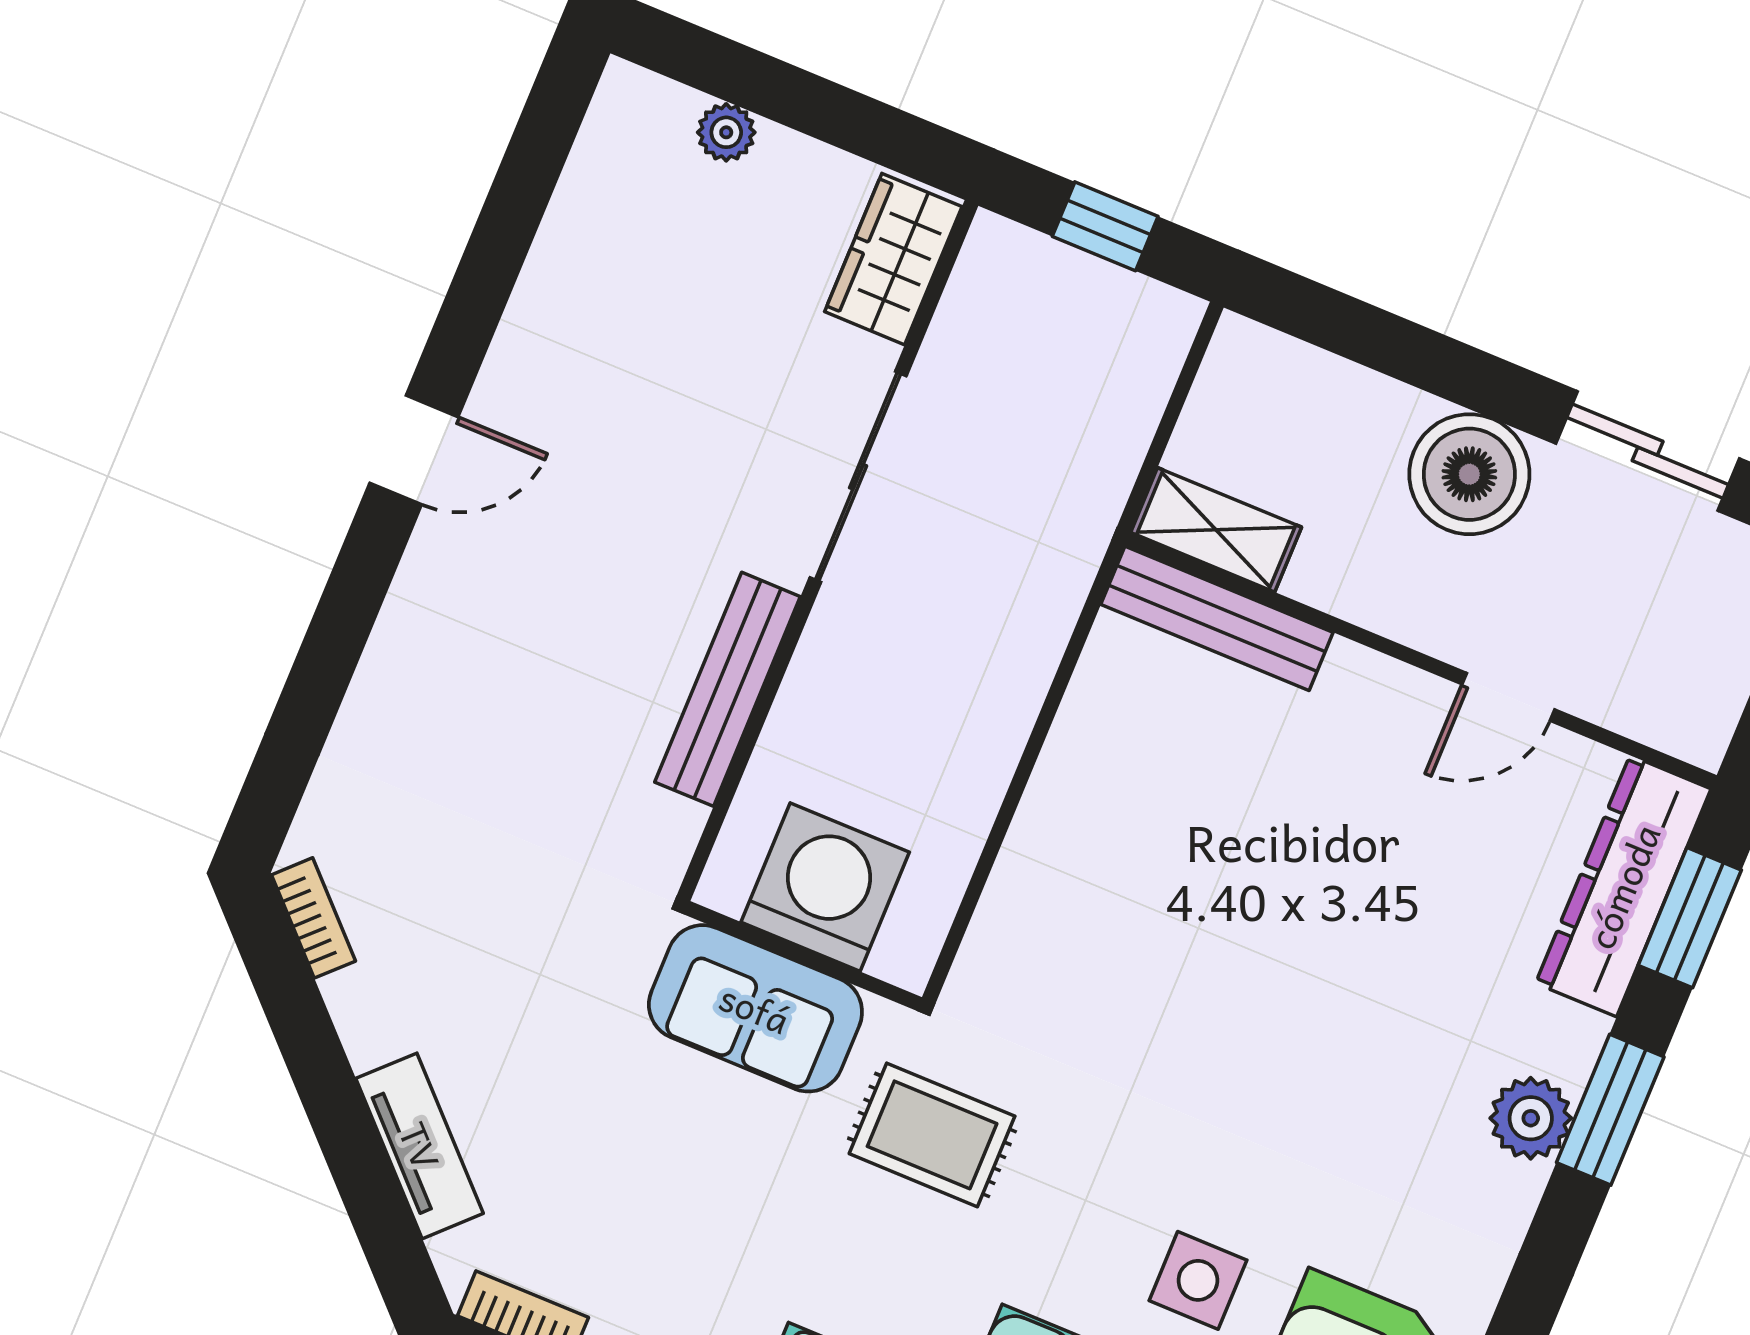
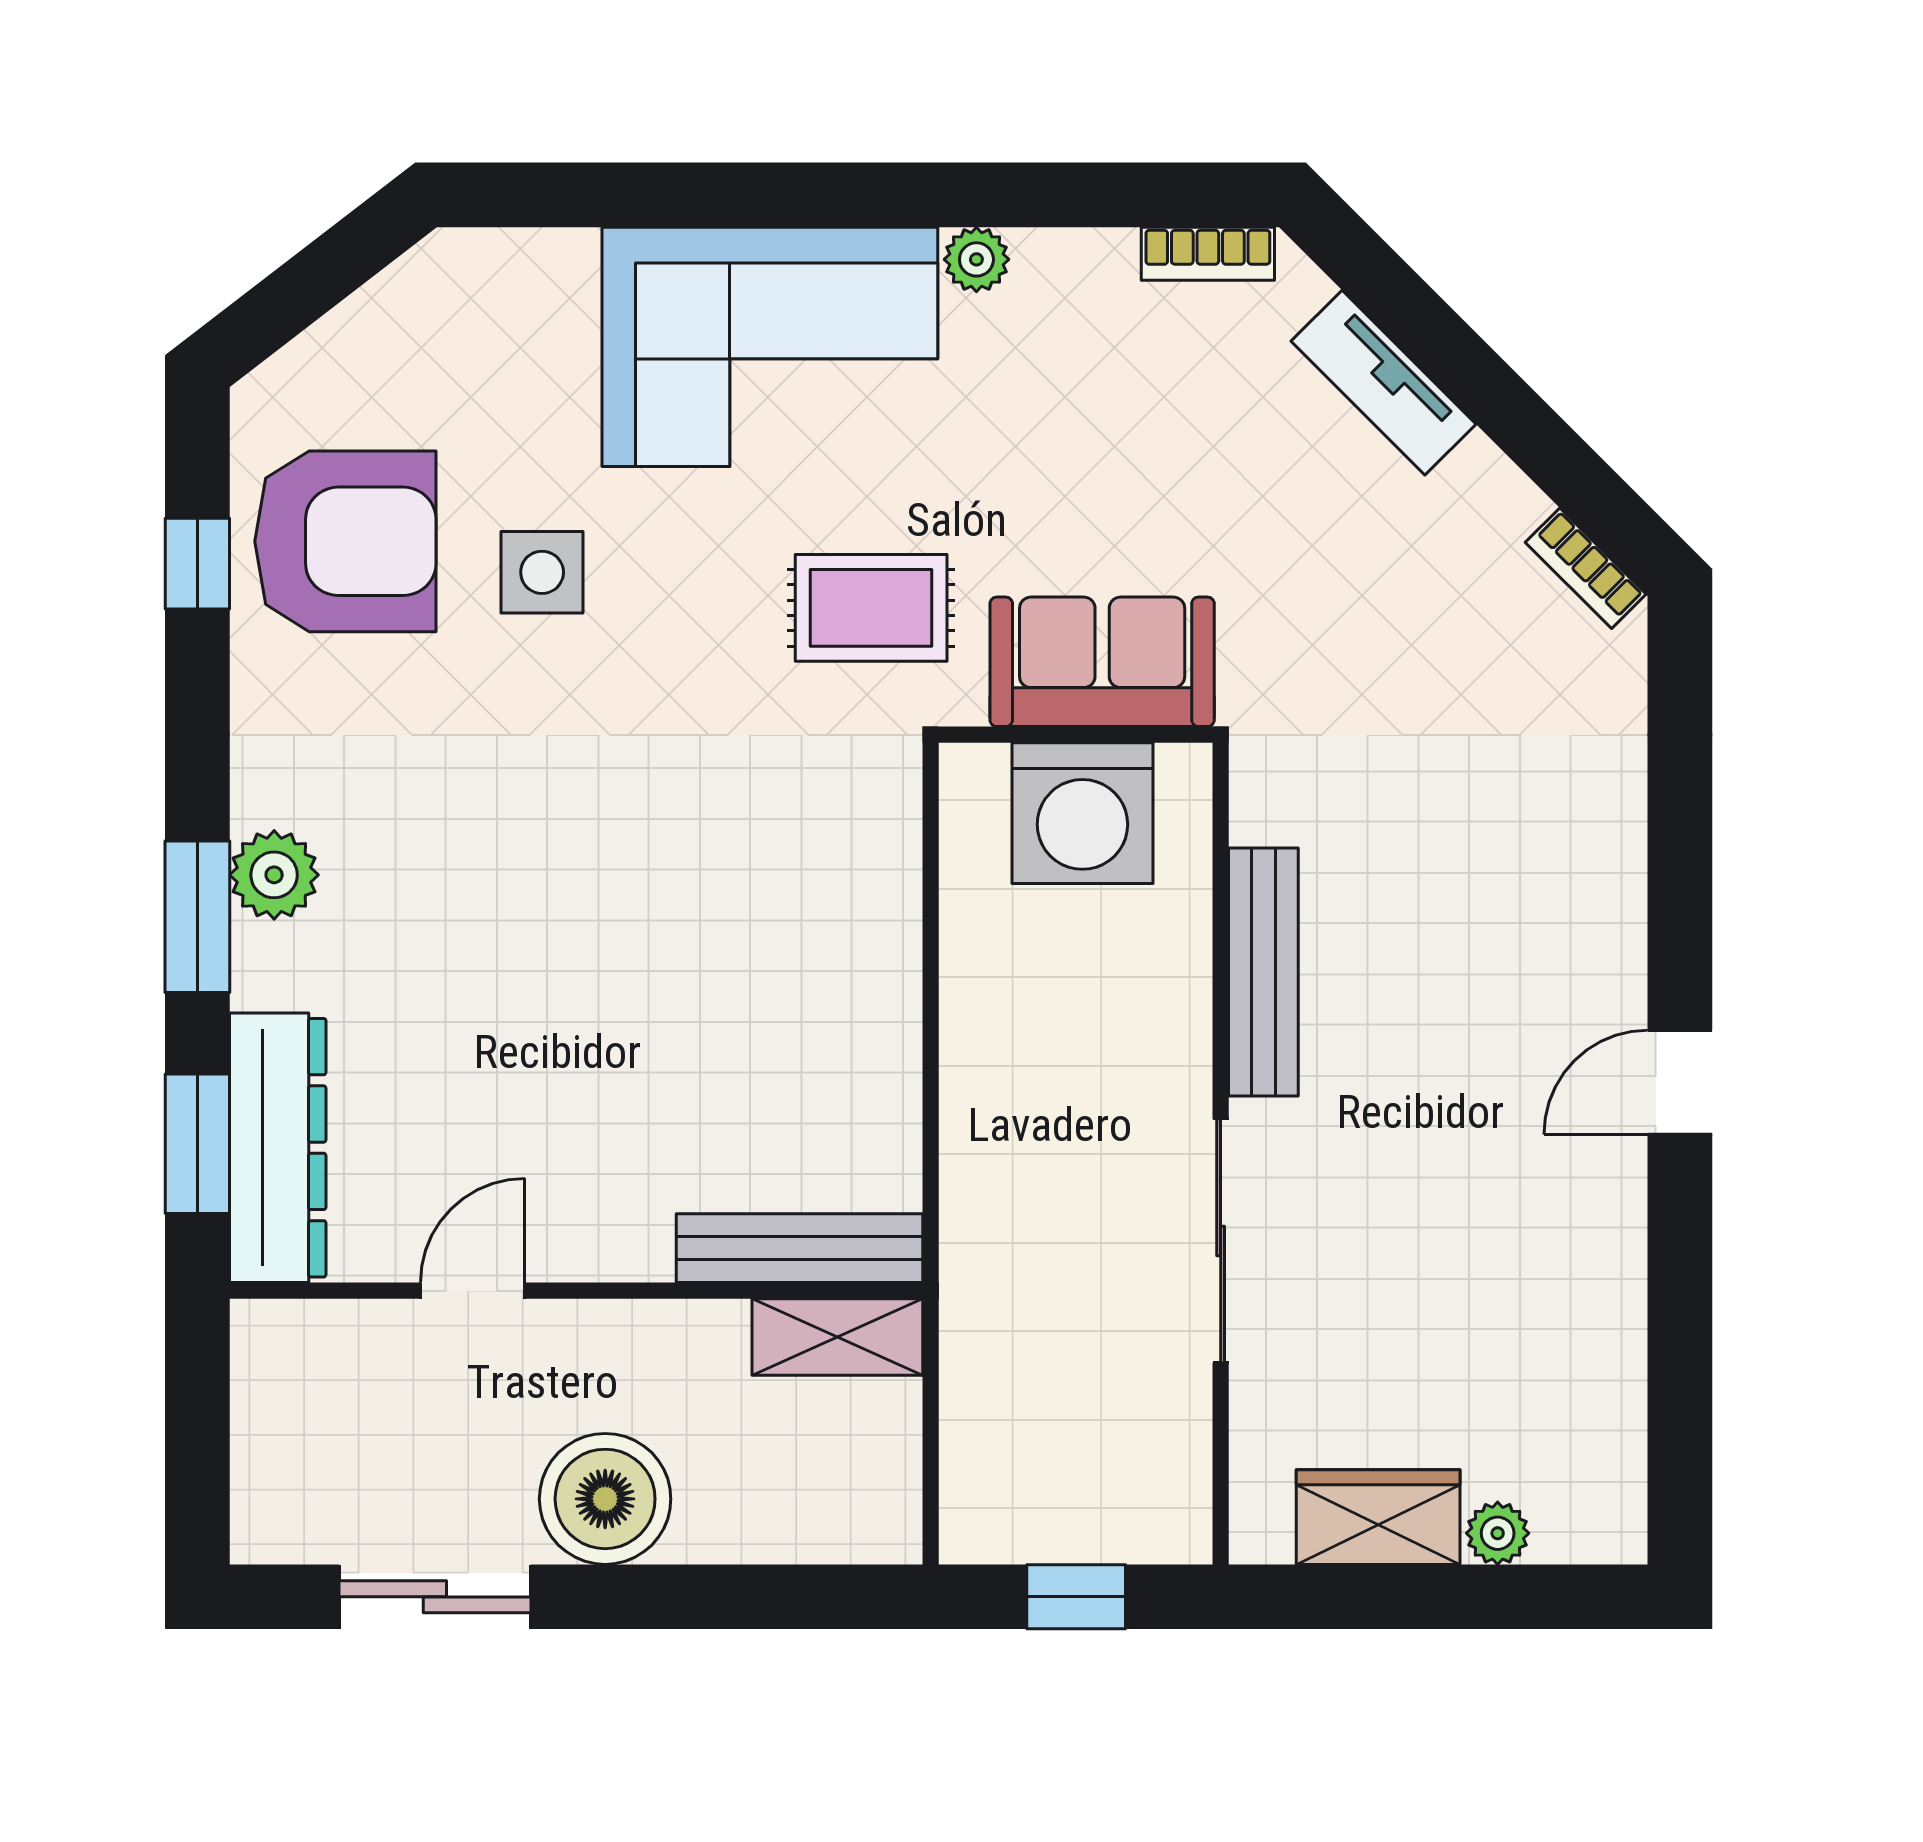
wardrobe: (893, 259) -> (1378, 1517), moved, turned -90

